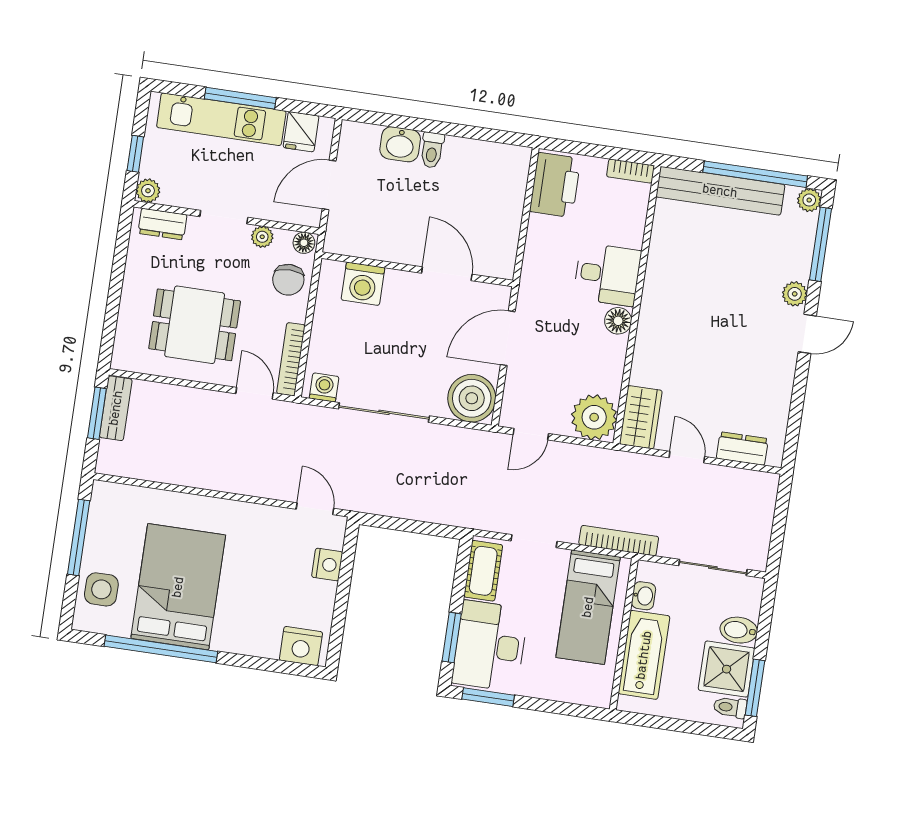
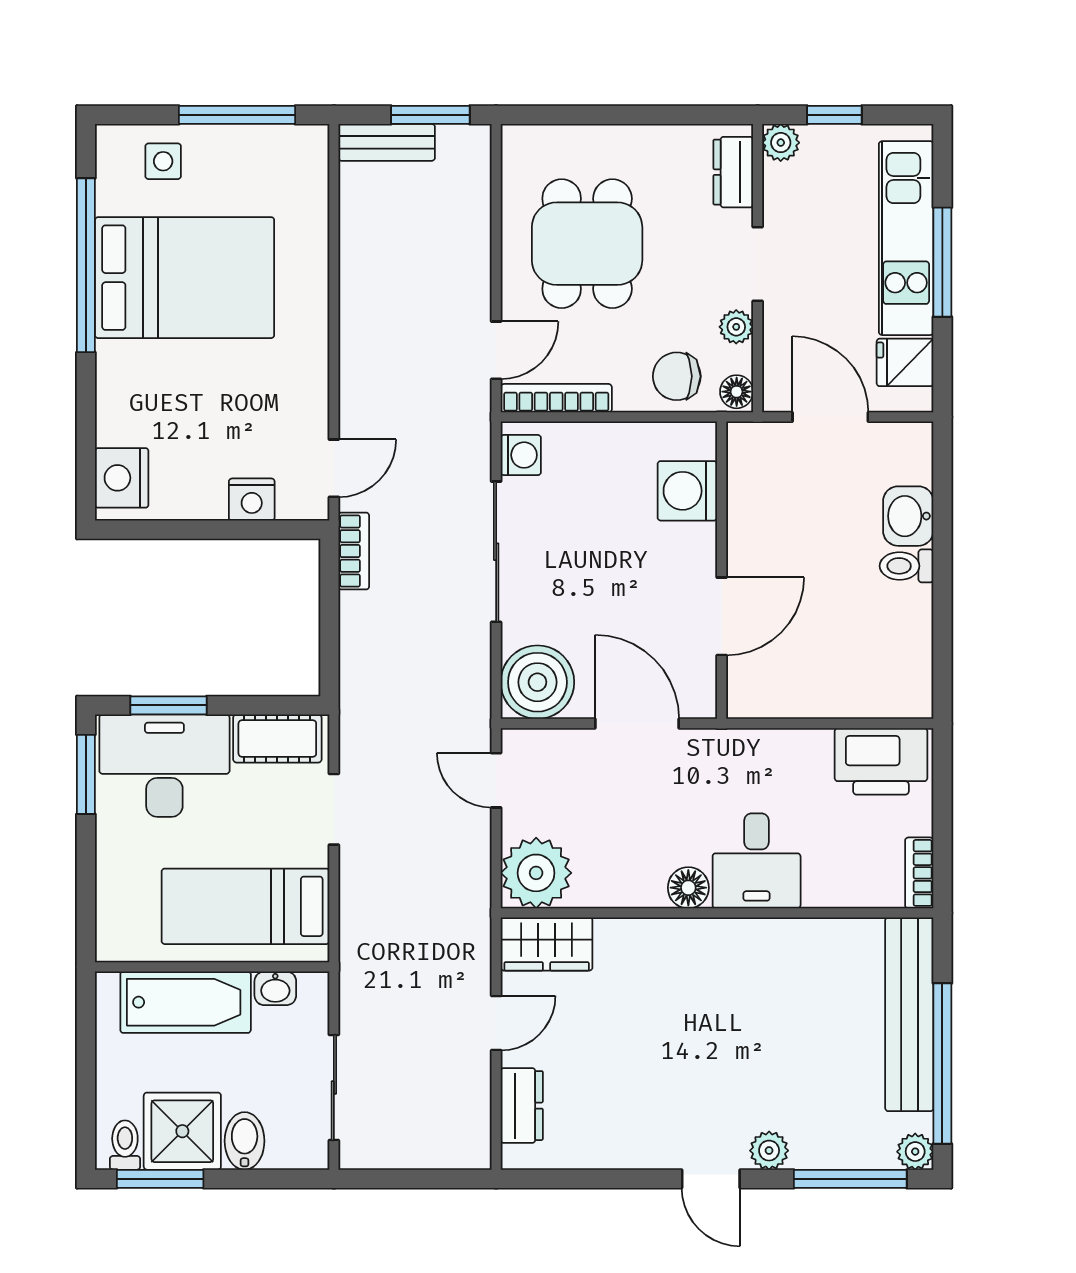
bench: (116, 408) -> (387, 142), moved
bookcase: (619, 541) -> (354, 551), moved, width x0.64
side table: (101, 589) -> (163, 161), width x0.73, depth x0.73

